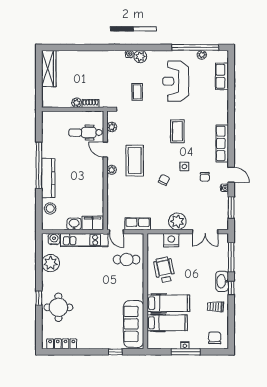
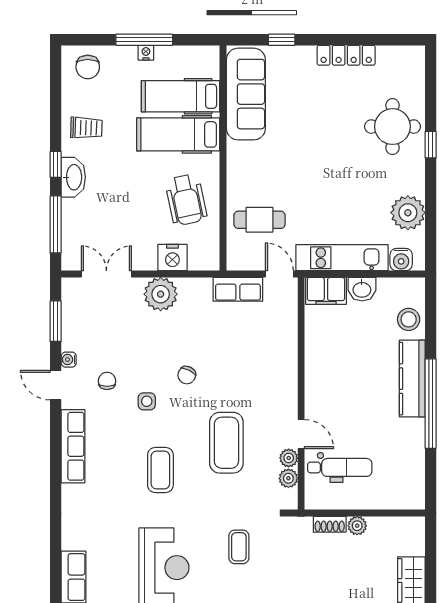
coffee table: (135, 161) -> (226, 443), moved
plant: (112, 170) -> (289, 458), moved
locker: (62, 344) -> (346, 55), moved

